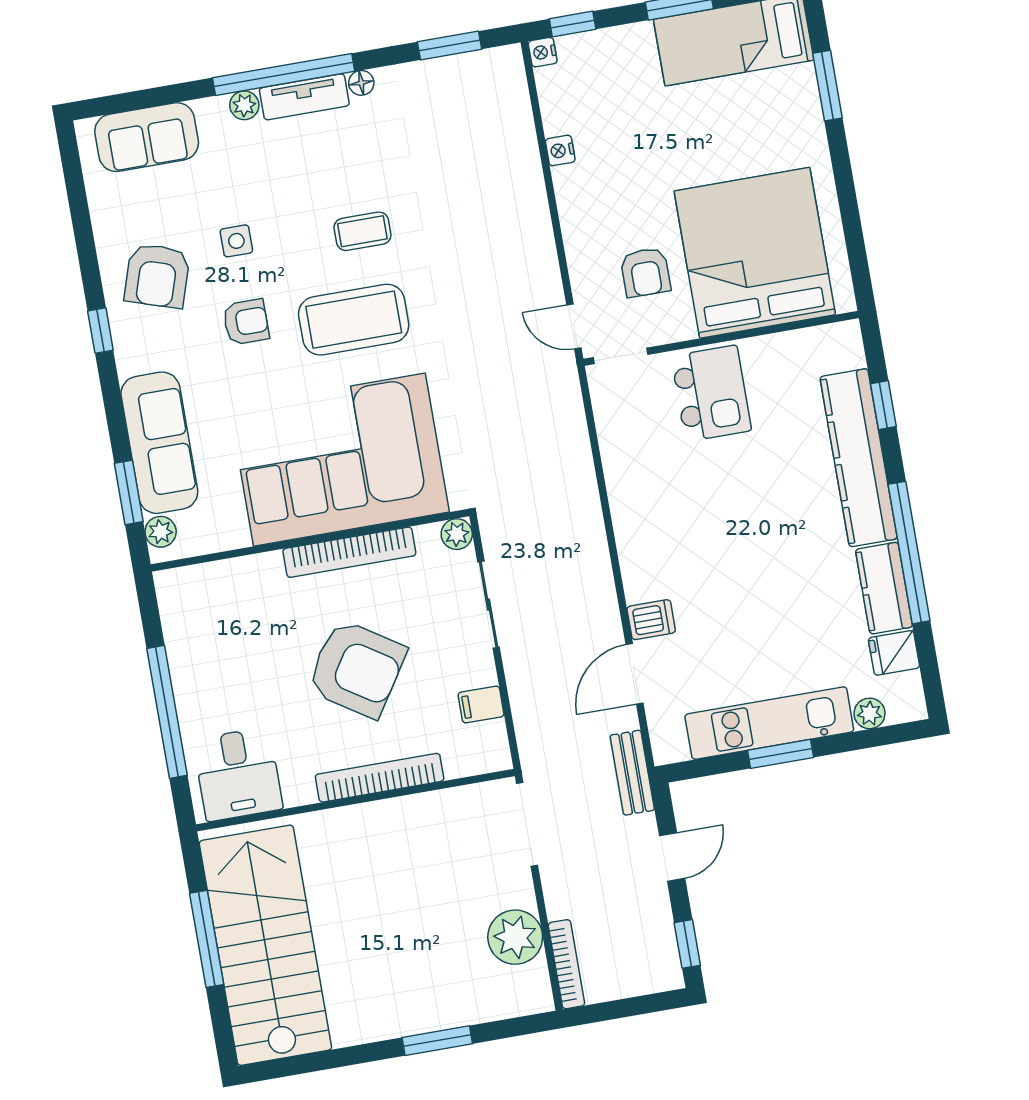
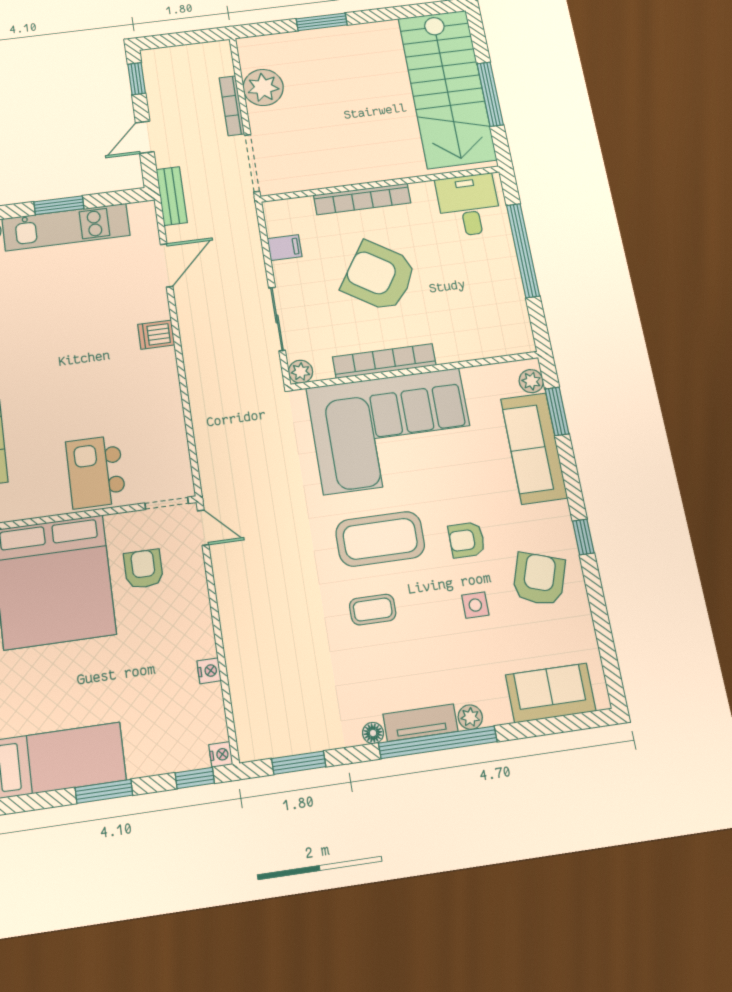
dishwasher: (651, 620) -> (156, 335), moved
bookcase: (566, 964) -> (232, 106), moved

